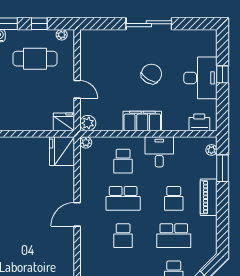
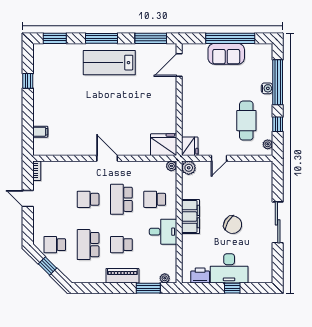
printer: (199, 122) -> (200, 276), moved, turned -90

